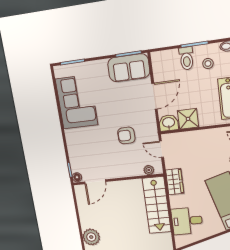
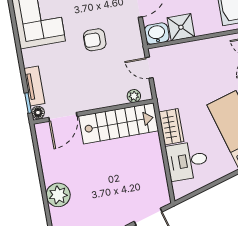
armchair: (126, 135) -> (95, 40), moved
tv unit: (74, 157) -> (34, 86), added
wardrobe: (175, 182) -> (171, 127), moved
stairs: (157, 205) -> (119, 123), moved, turned -90

